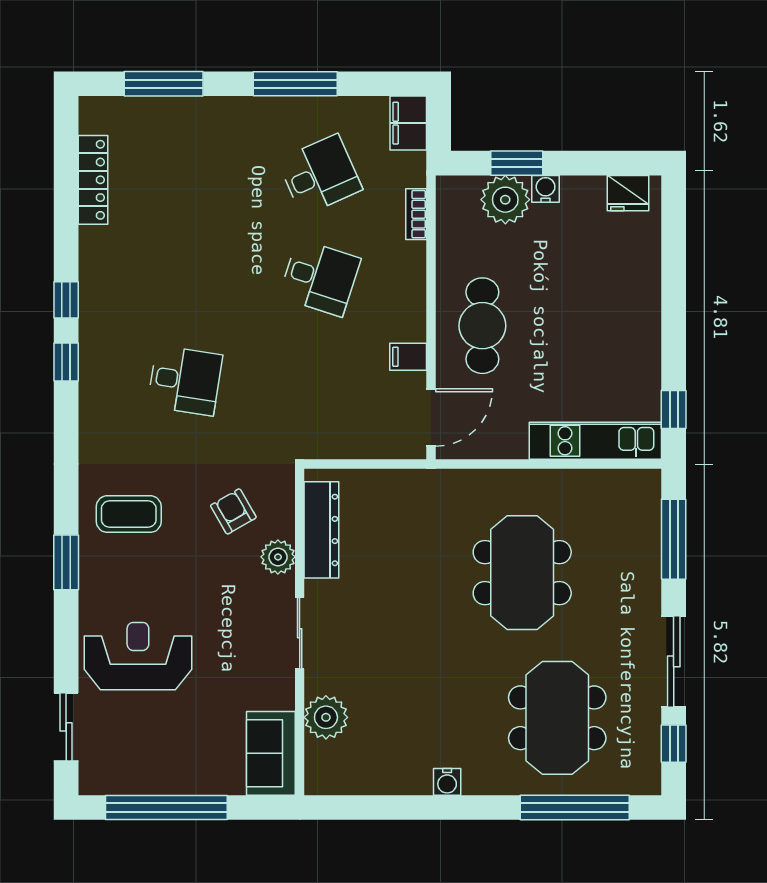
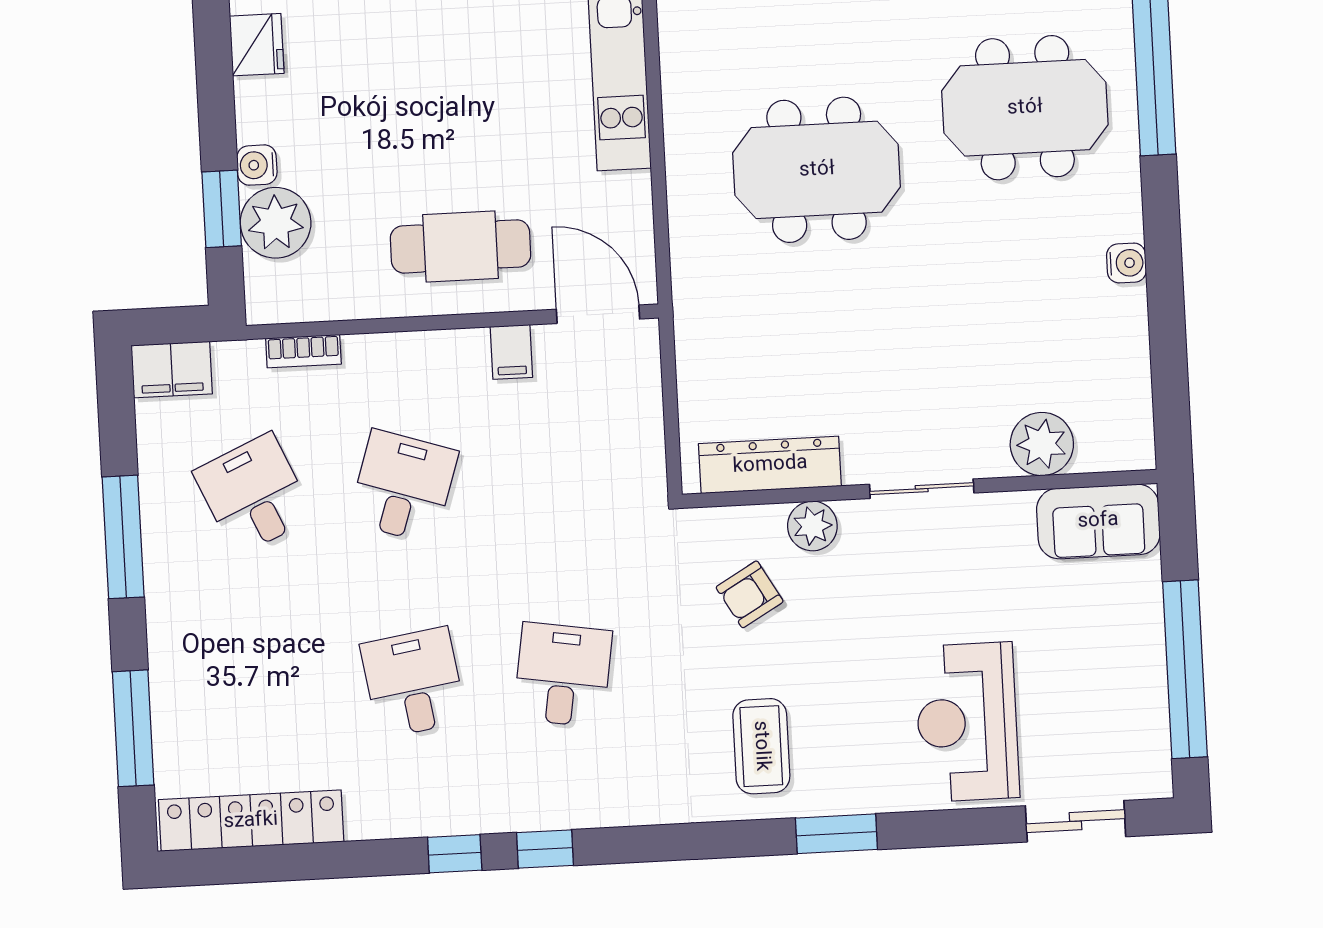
locker: (93, 180) -> (251, 821), width x1.41, depth x1.21
desk: (185, 278) -> (413, 683), added

